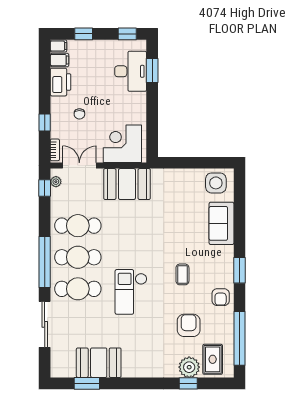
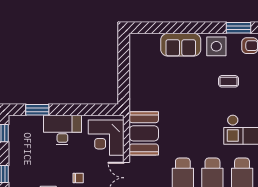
desk: (131, 71) -> (62, 130), moved
side table: (216, 183) -> (216, 46), moved
window: (240, 270) -> (238, 28), moved

